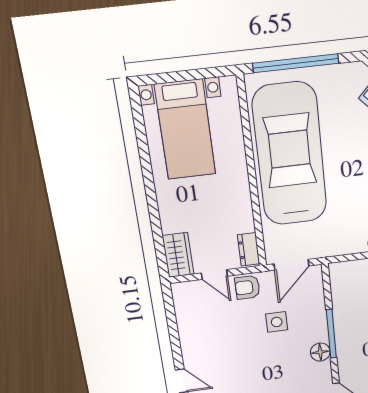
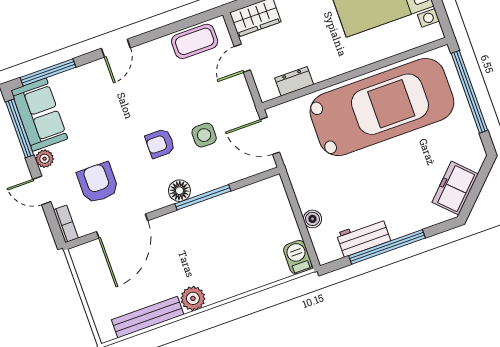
dresser: (248, 249) -> (294, 81), moved
armchair: (247, 287) -> (160, 143), moved, turned -90
coffee table: (190, 313) -> (195, 41), added

